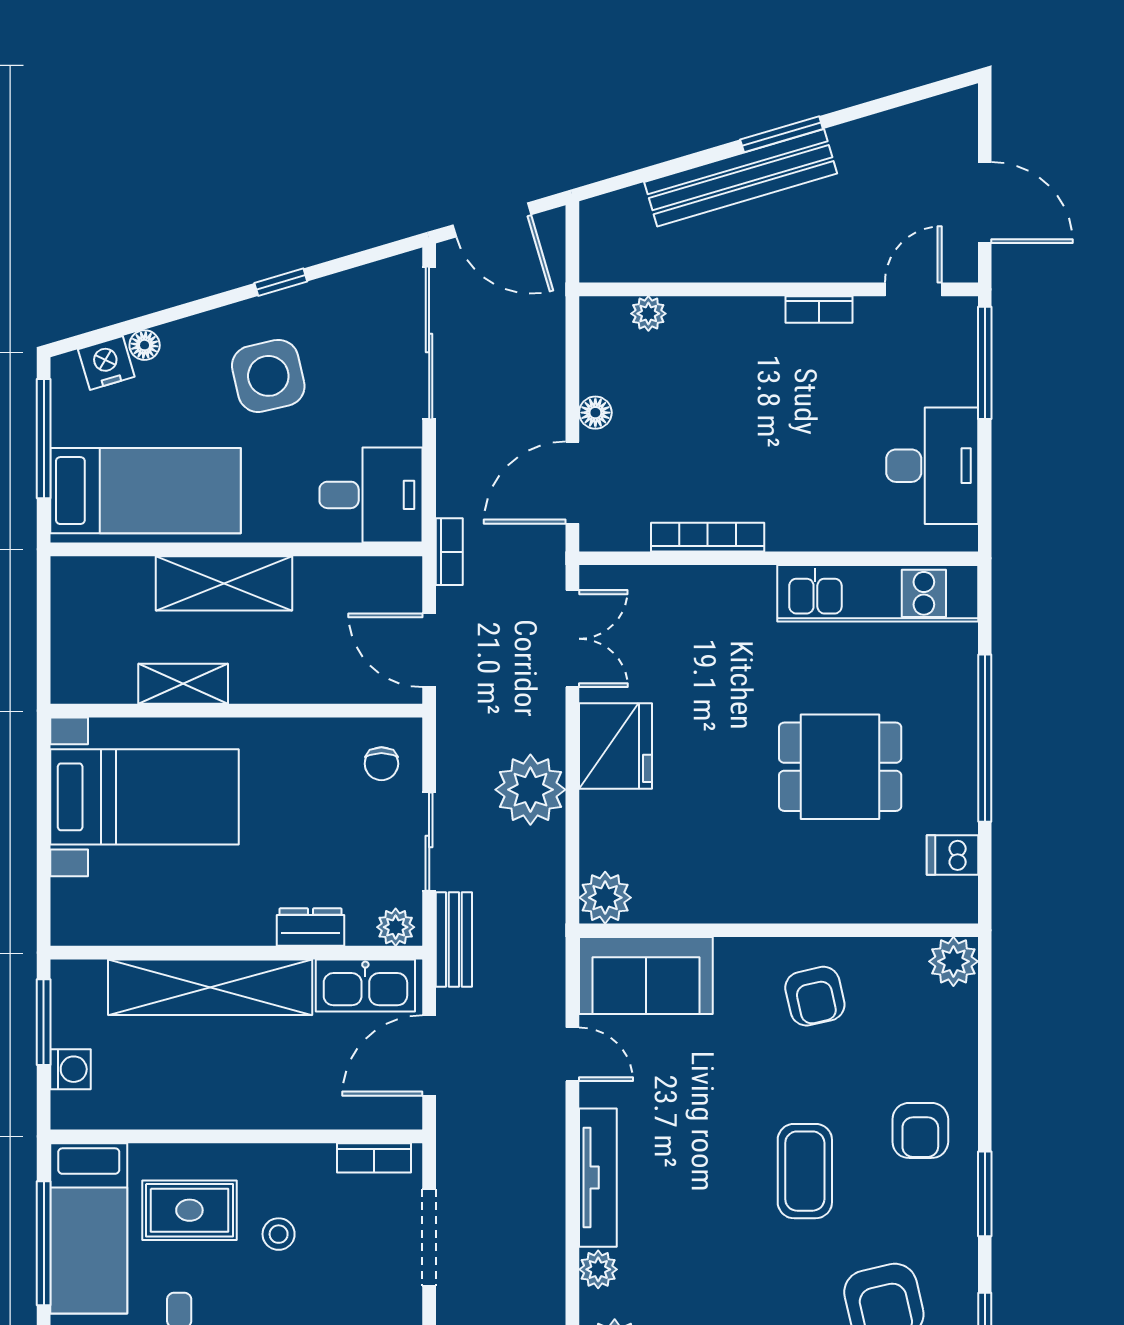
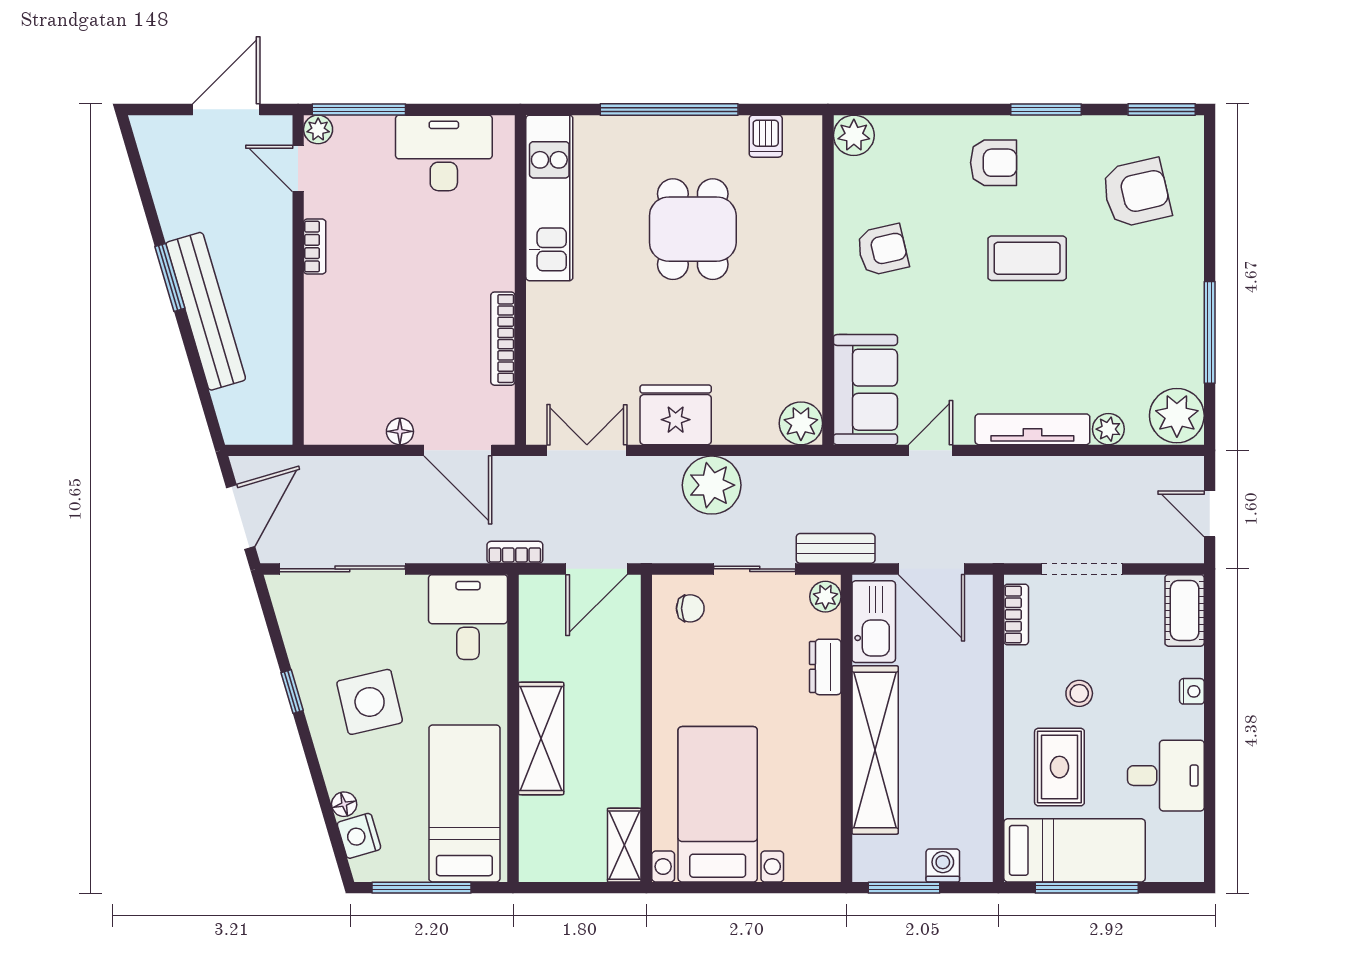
plant: (648, 314) -> (318, 129), moved
shelving: (183, 684) -> (624, 845), moved

